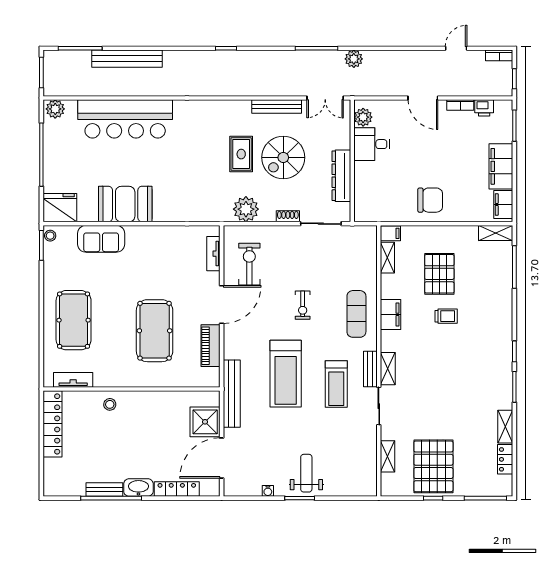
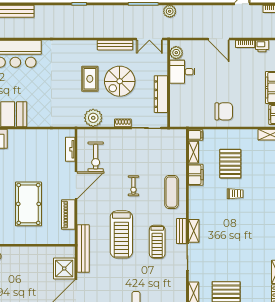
exercise bike: (249, 264) -> (96, 157), turned 180
filing cabinet: (390, 314) -> (196, 175), moved

